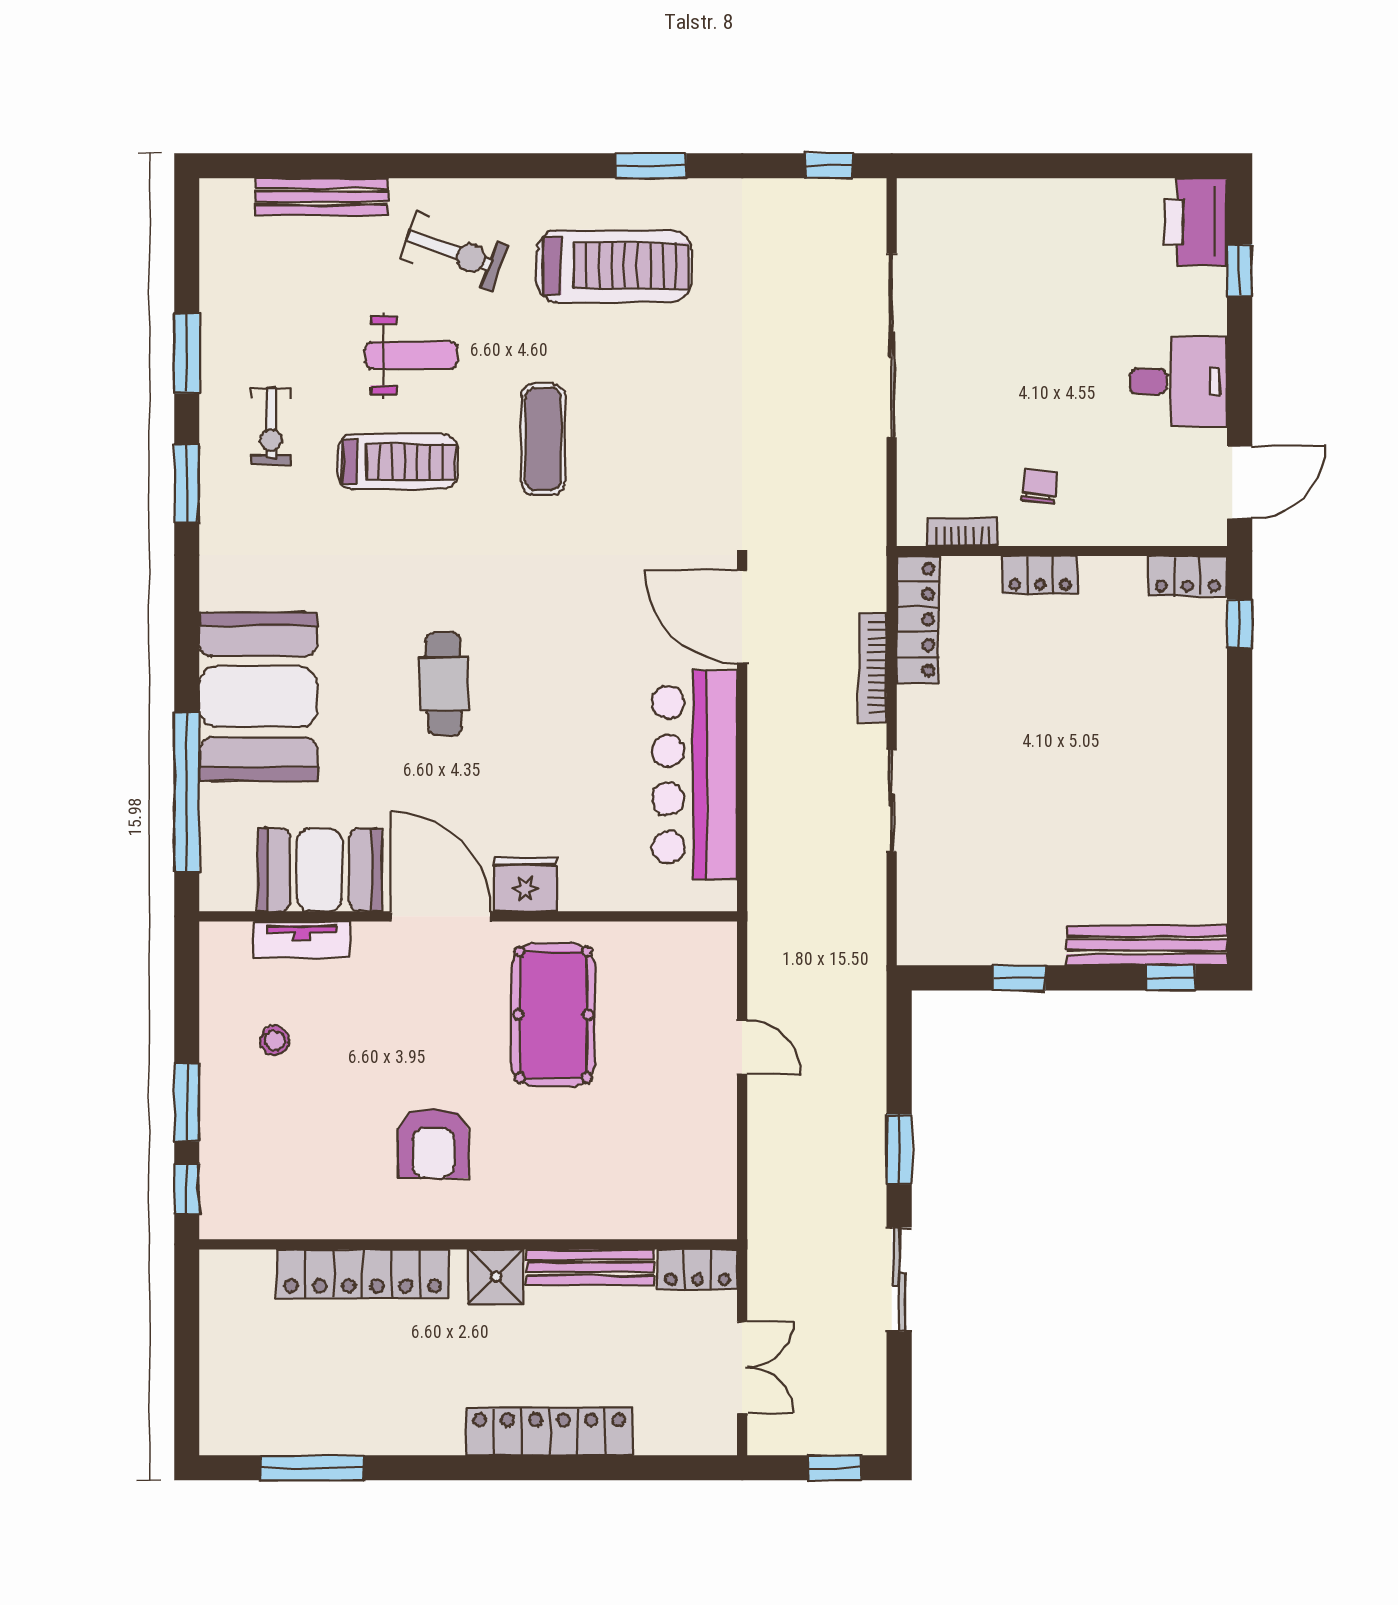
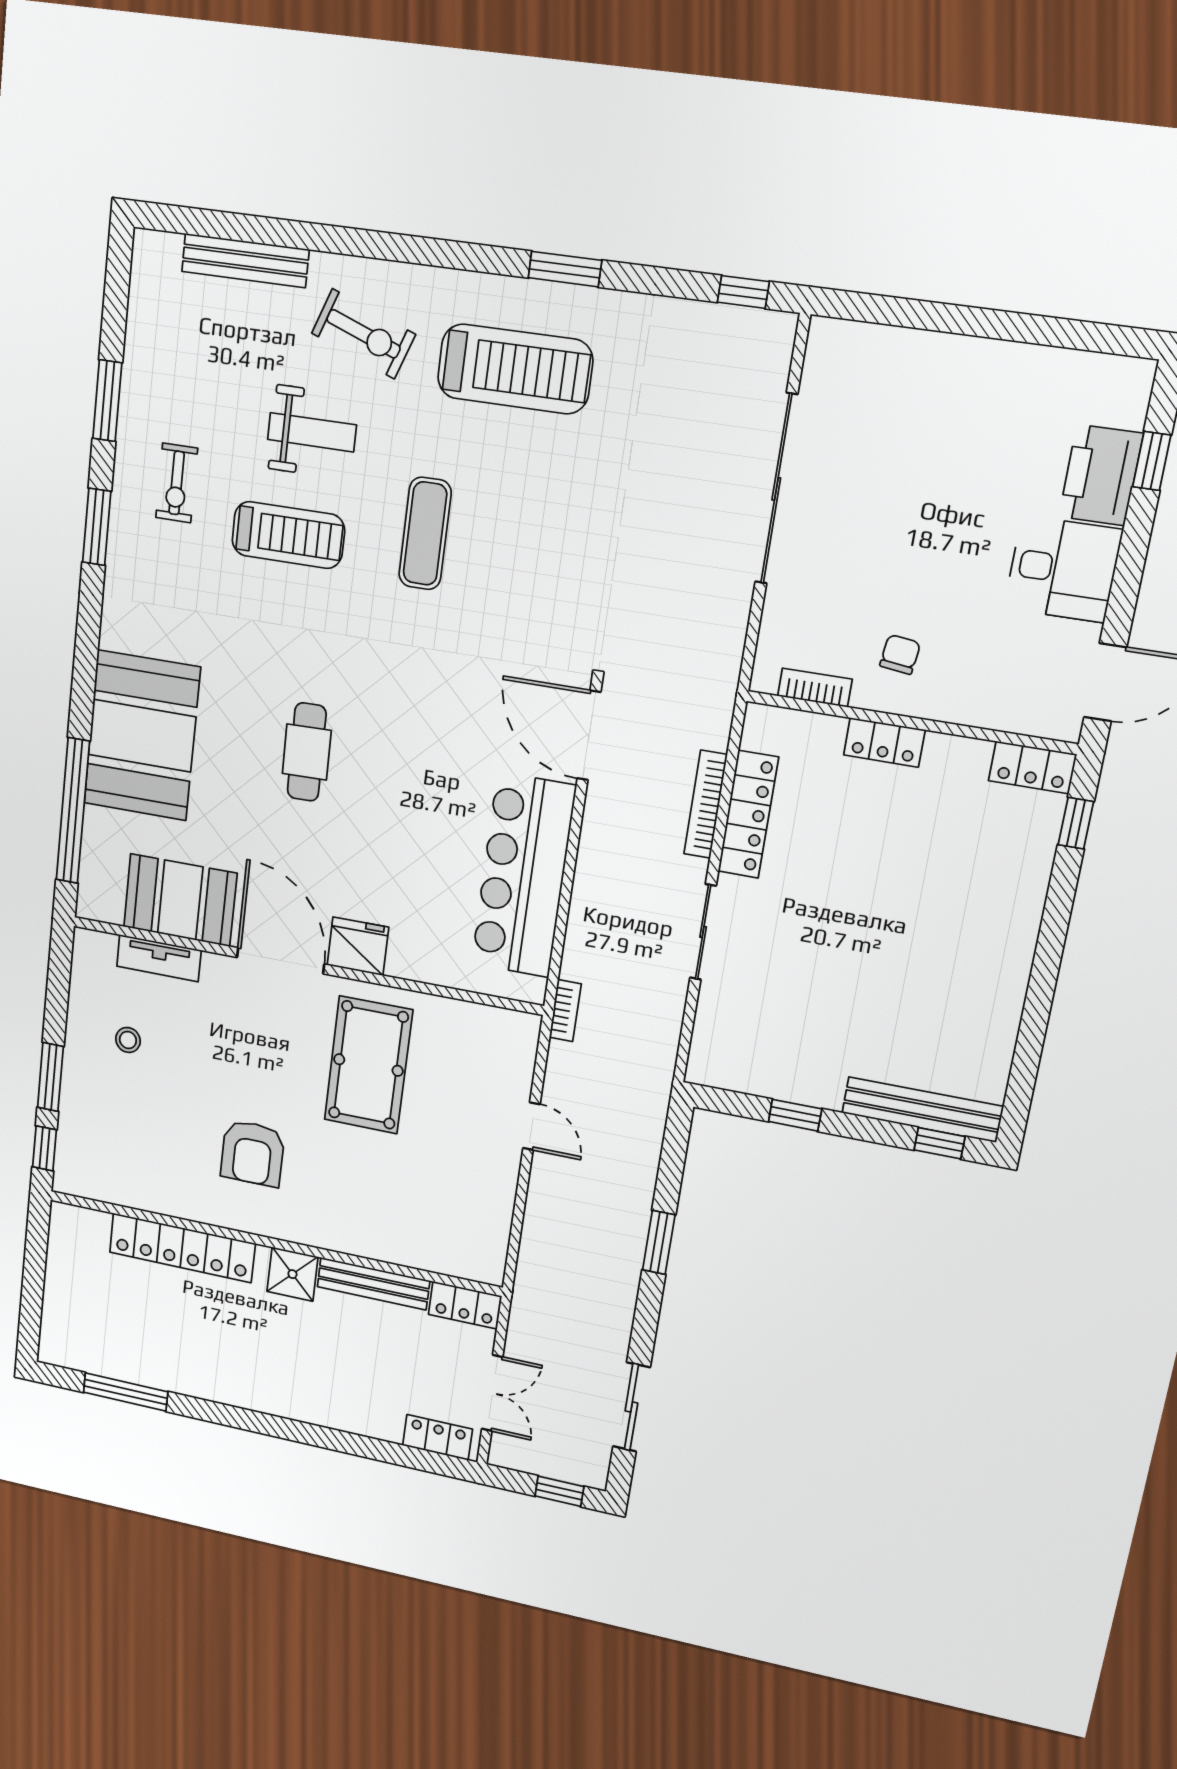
printer: (1196, 222) -> (1101, 475), moved
locker: (918, 620) -> (748, 814), moved
bookcase: (760, 912) -> (565, 1011), added
sliding door: (899, 1279) -> (631, 1407), moved
locker: (549, 1432) -> (437, 1437), moved, width x0.46, depth x0.83

